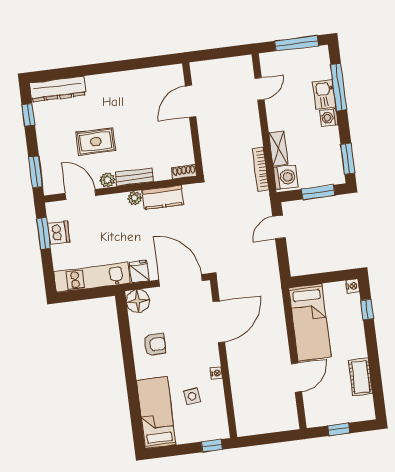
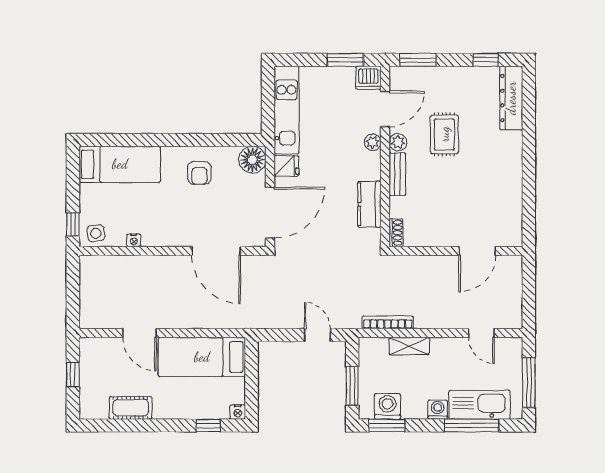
kitchen sink: (324, 94) -> (479, 405), width x1.87, depth x1.24
door: (191, 101) -> (477, 251), swing flipped
washing machine: (285, 177) -> (388, 406), moved, turned 180
plant: (135, 198) -> (373, 142), moved
dishwasher: (59, 233) -> (368, 78), moved
nightstand: (216, 373) -> (134, 240), moved
side table: (192, 396) -> (96, 233), moved

